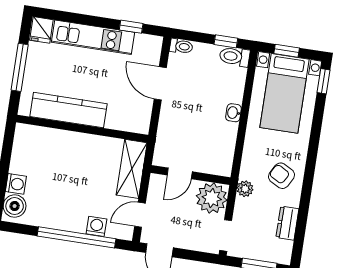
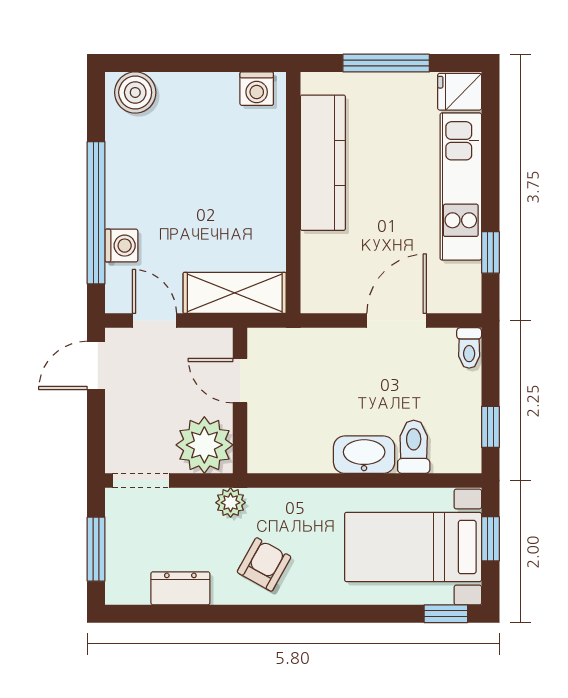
toilet: (235, 57) -> (414, 447), moved
washbasin: (233, 113) -> (364, 455), width x1.91, depth x1.45
washing machine: (16, 184) -> (257, 89), moved

